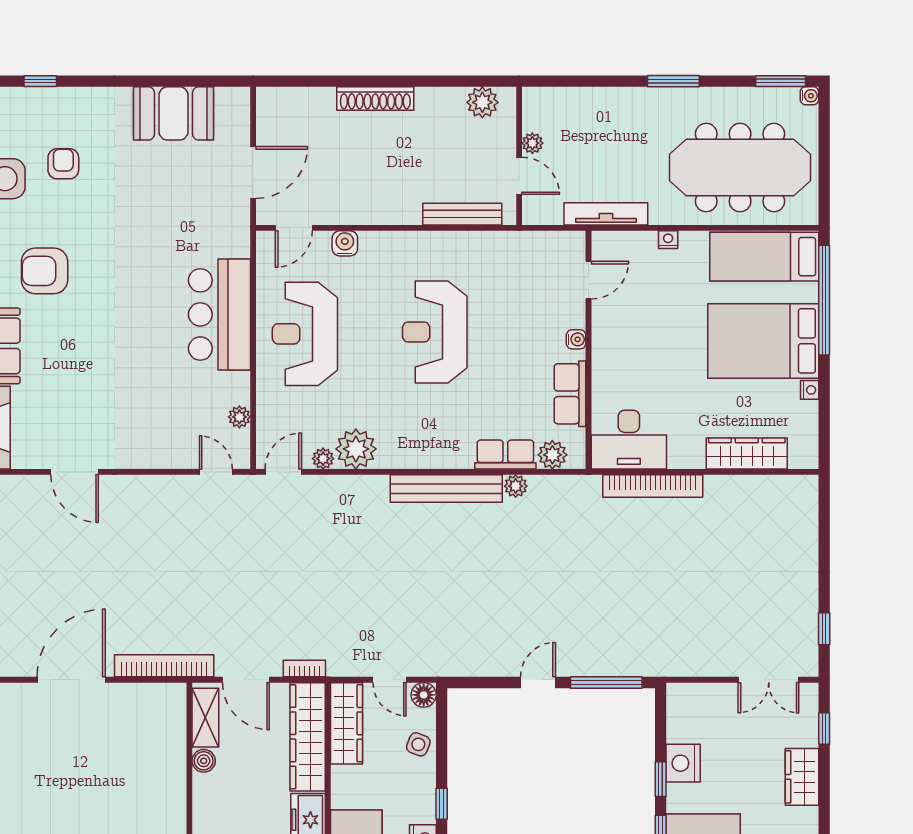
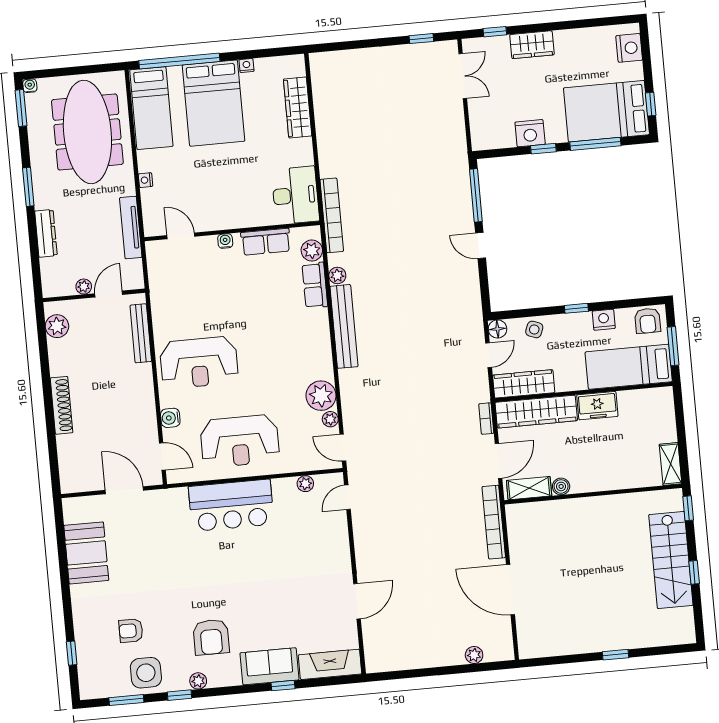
dresser: (609, 99) -> (46, 233), added
reception desk: (435, 332) -> (199, 363), moved
bookcase: (653, 486) -> (332, 215), moved

